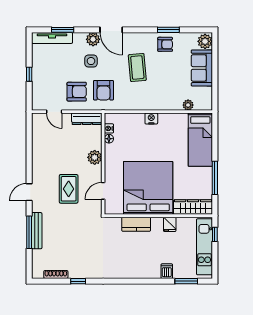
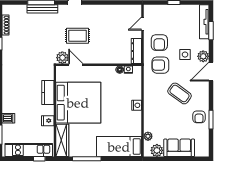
plant: (205, 41) -> (157, 150), moved
coffee table: (137, 68) -> (180, 93), turned 41
plant: (95, 157) -> (62, 58), moved

